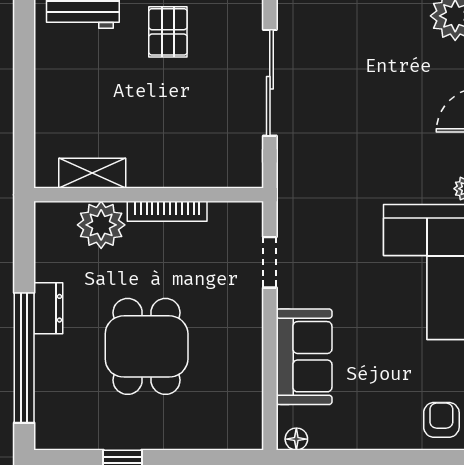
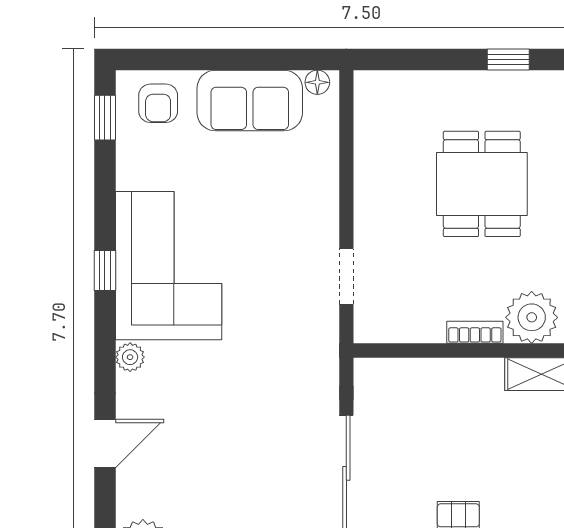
bookcase: (167, 211) -> (475, 332), width x0.64
sofa: (304, 357) -> (250, 100), moved, turned -90

